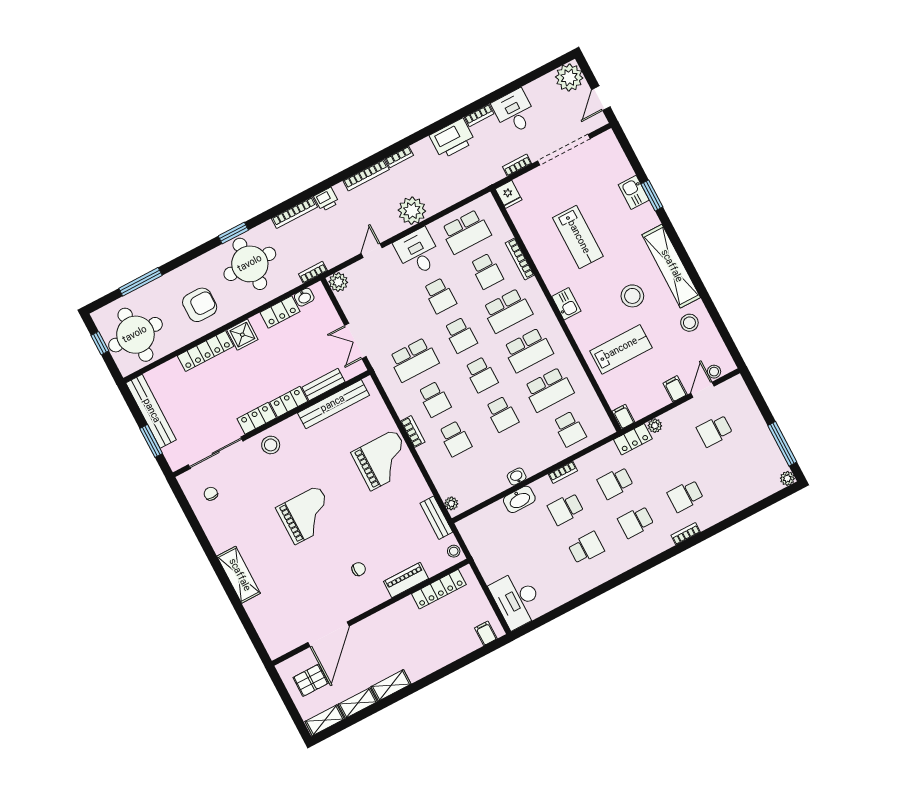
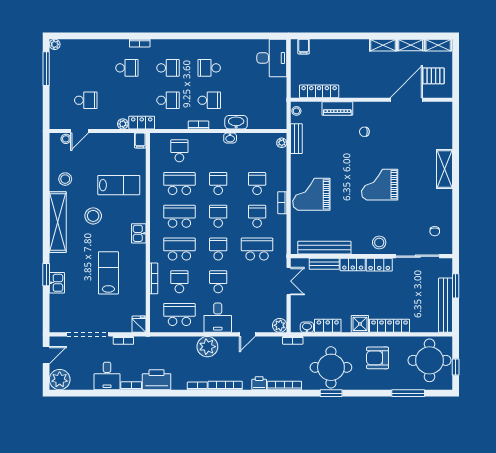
lab bench: (621, 349) -> (119, 185), turned 180
filing cabinet: (675, 389) -> (97, 141), removed

